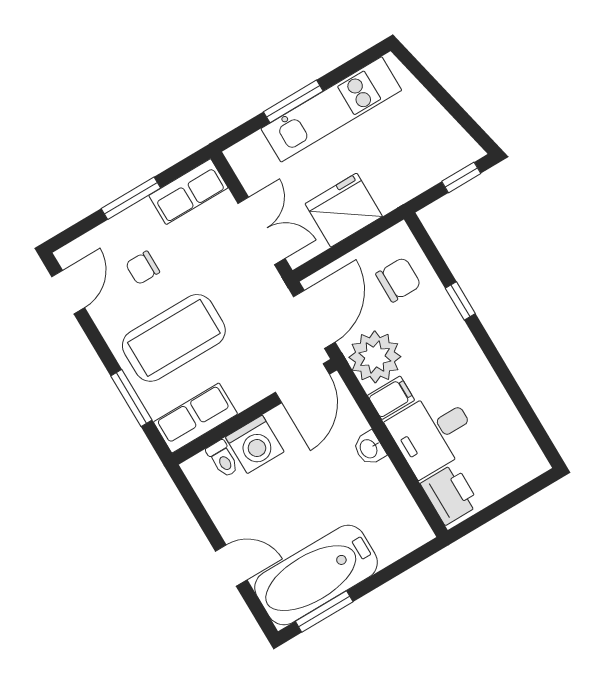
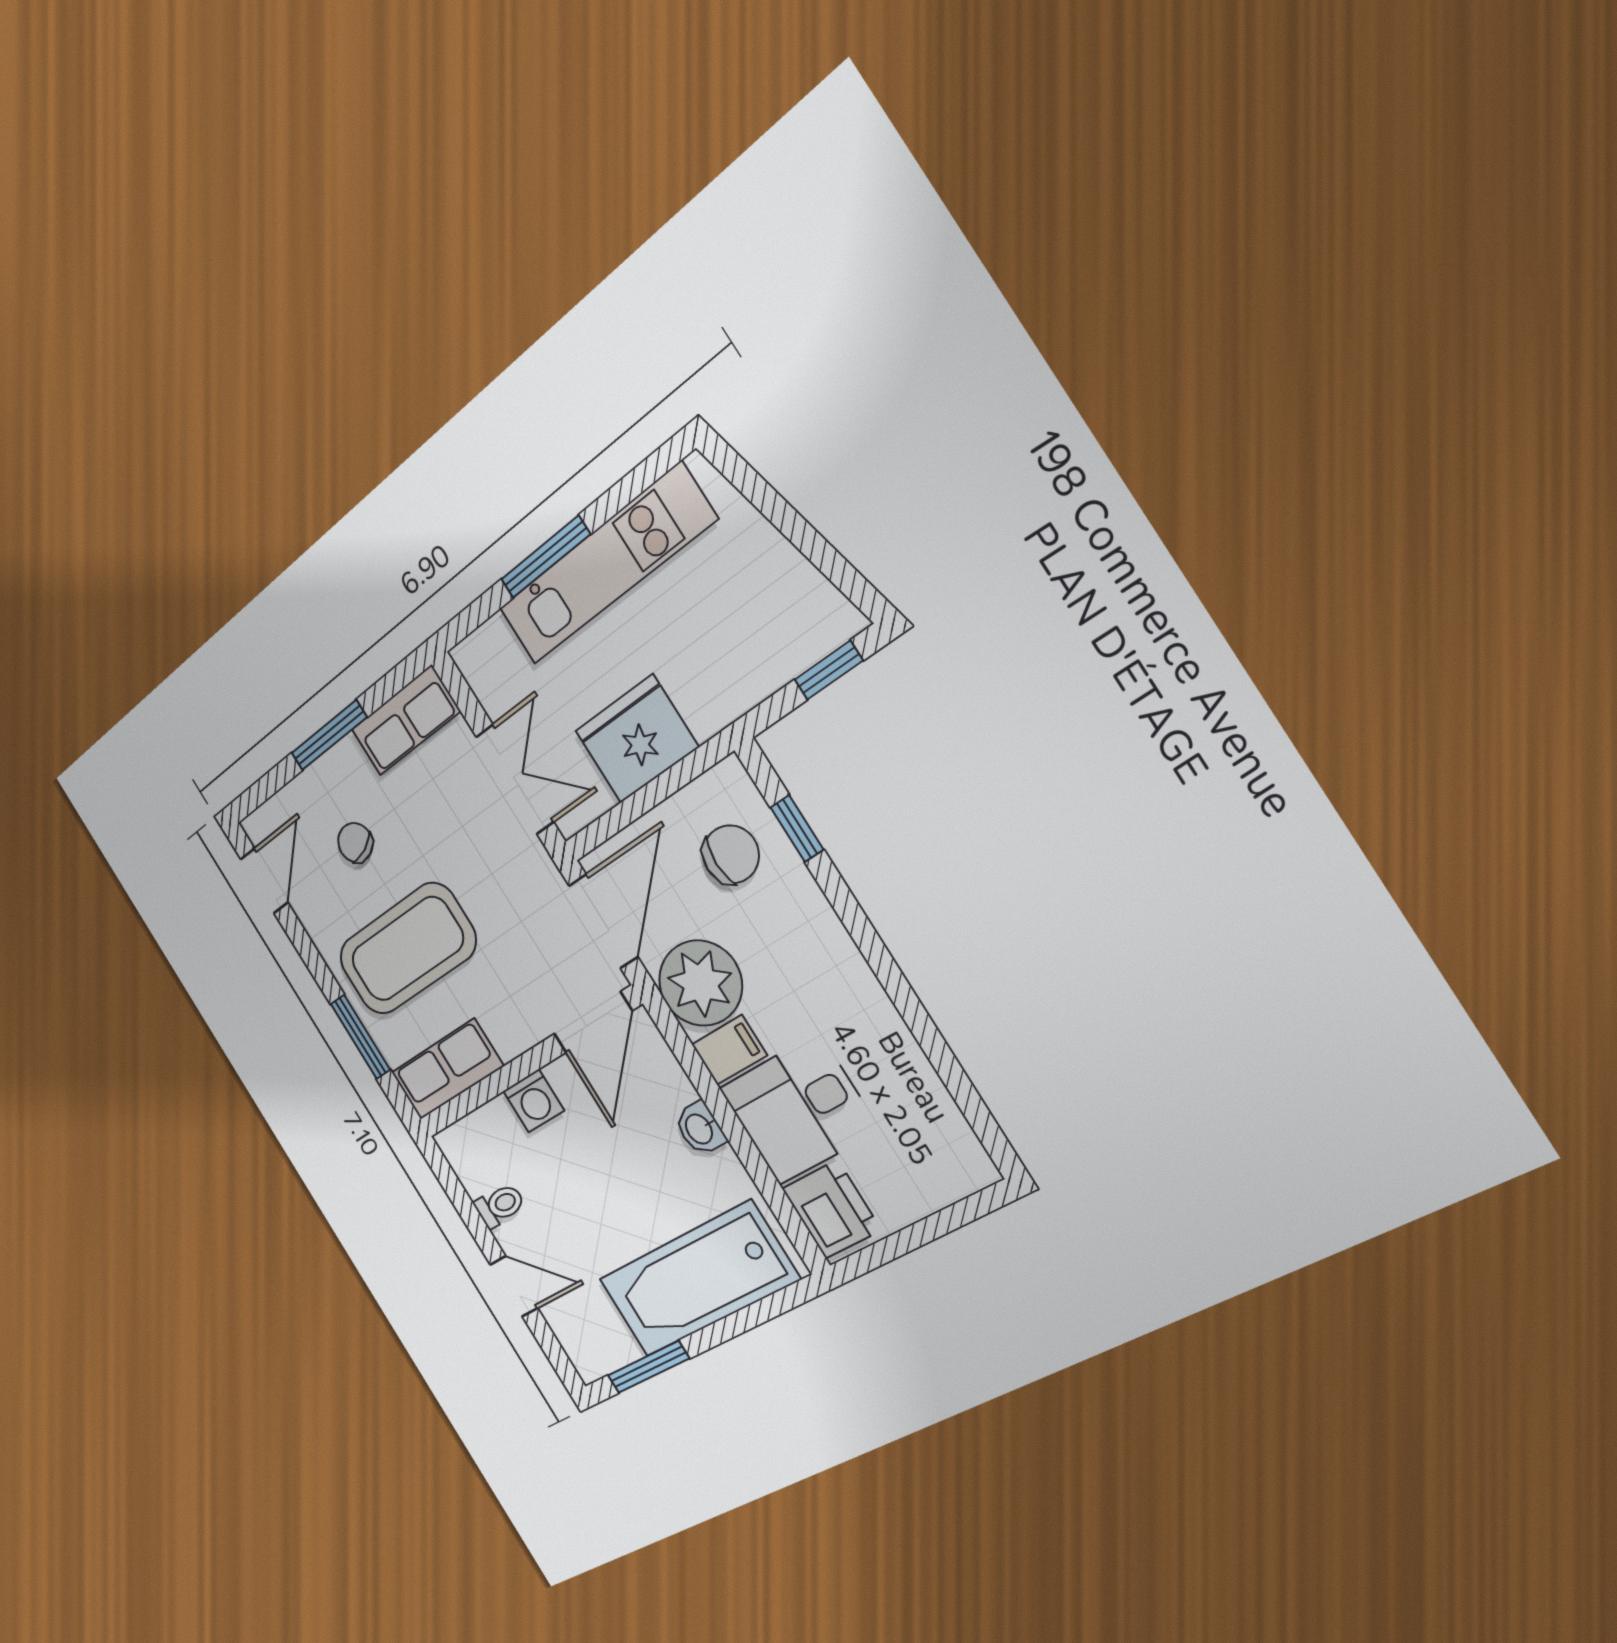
chair: (143, 268) -> (355, 843), turned 67
window: (460, 301) -> (797, 829), moved
washing machine: (255, 444) -> (534, 1101), width x0.73, depth x0.73
toilet: (223, 459) -> (500, 1205), moved, turned -90
bathtub: (316, 575) -> (698, 1279), moved

